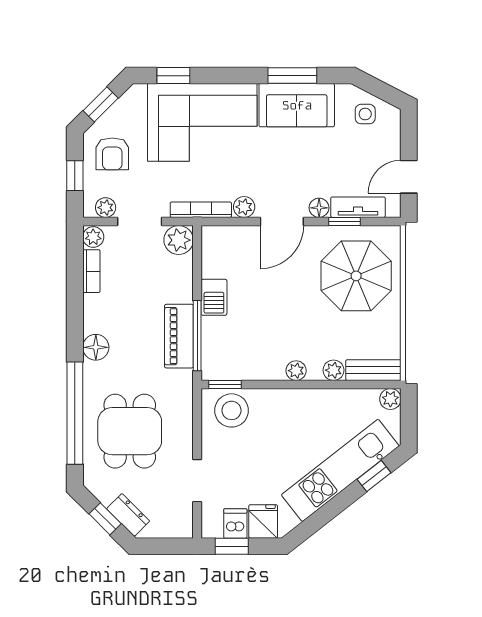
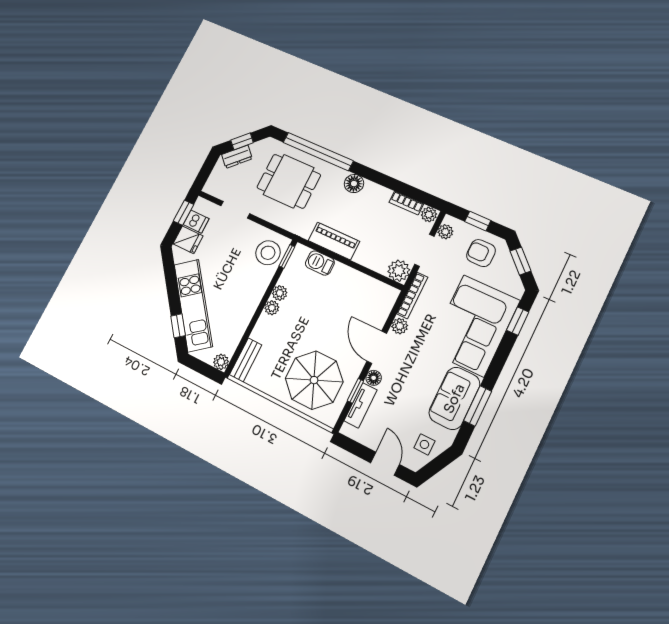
door: (409, 177) -> (385, 464), moved
barbecue: (214, 297) -> (320, 263), moved
window: (197, 336) -> (328, 253), removed
plant: (333, 370) -> (280, 293), moved

